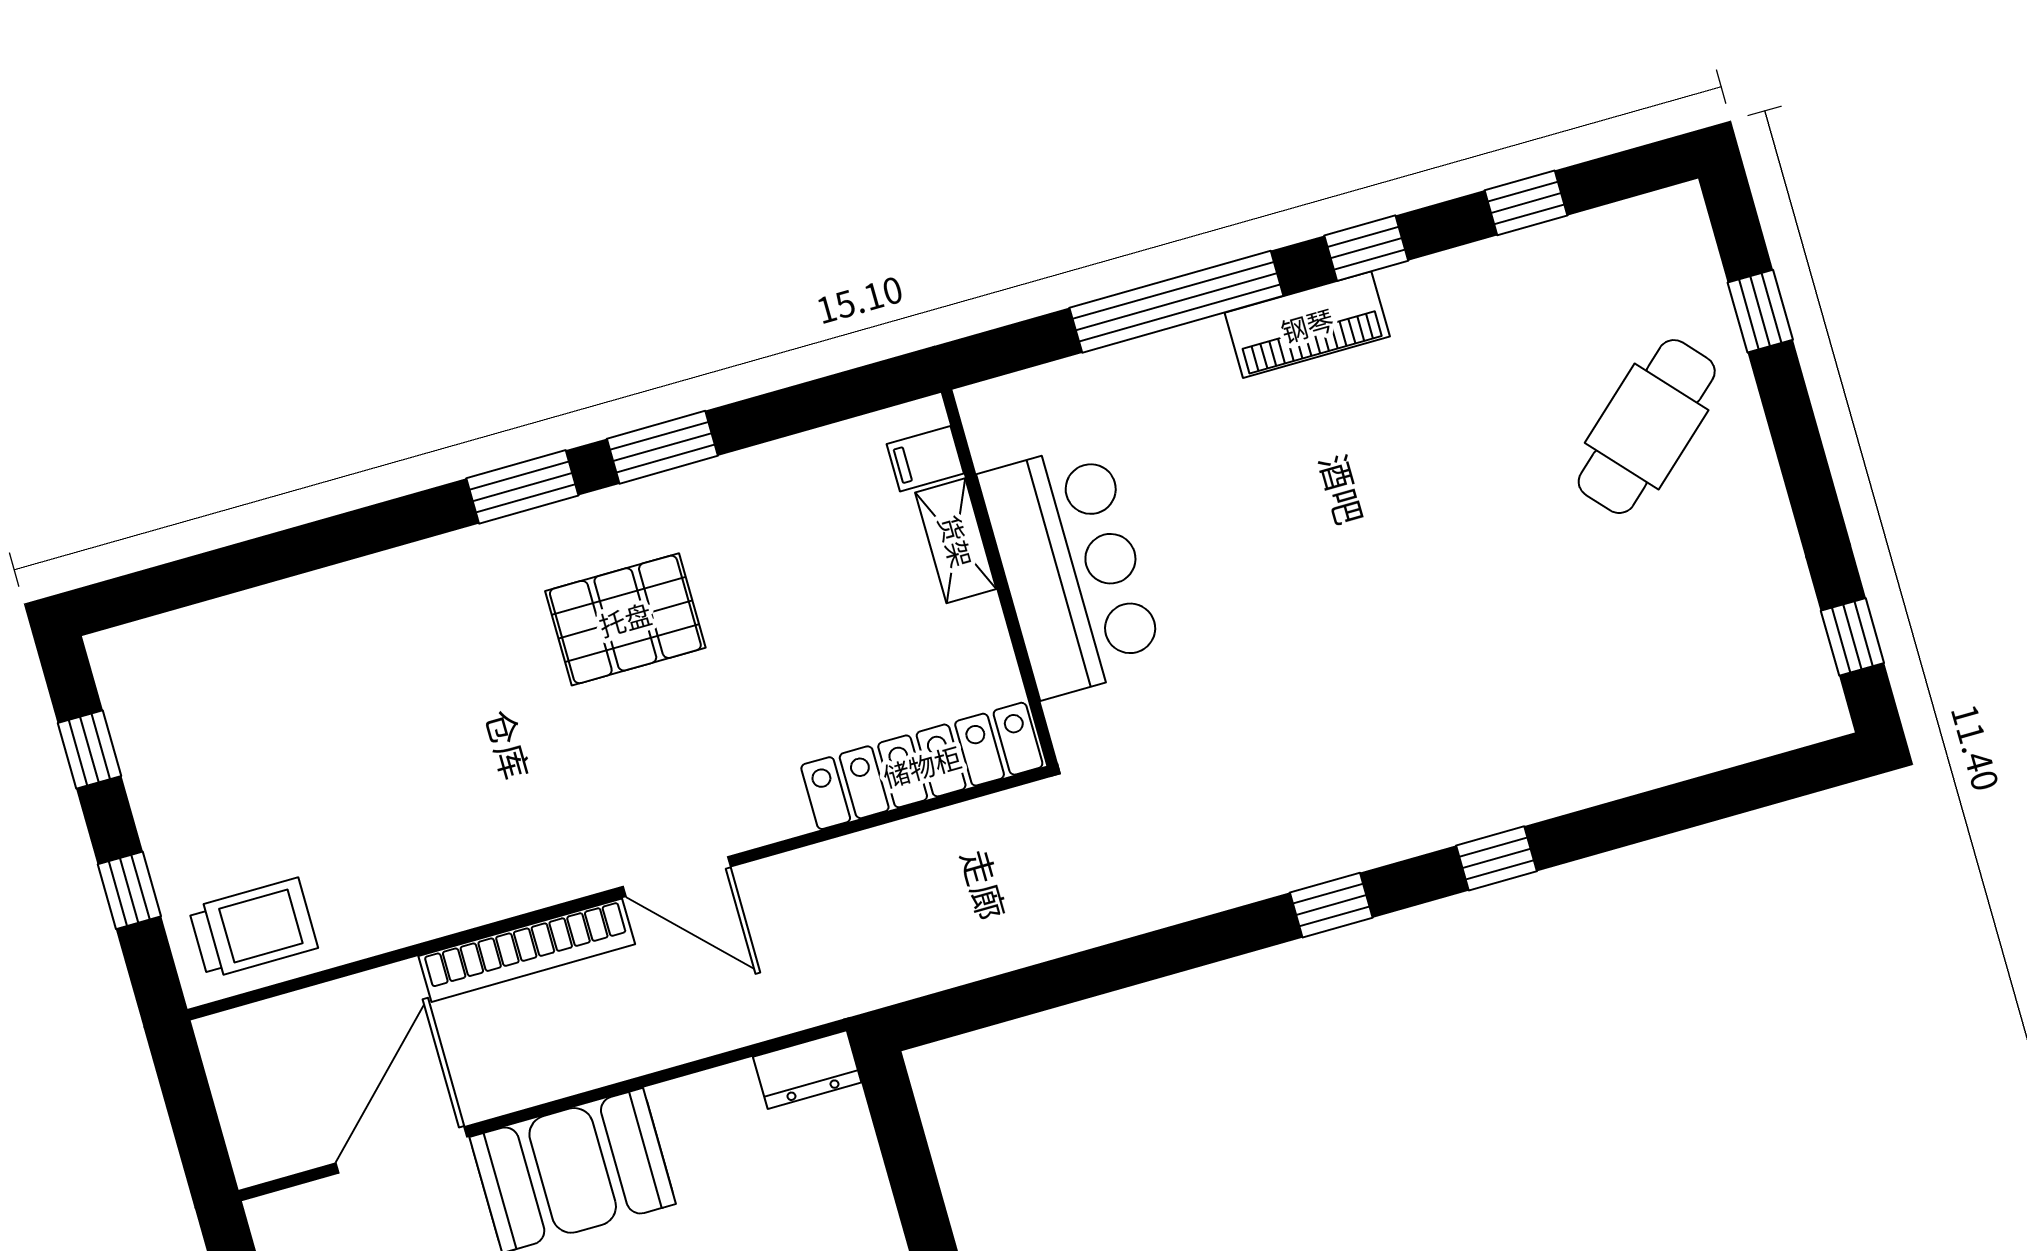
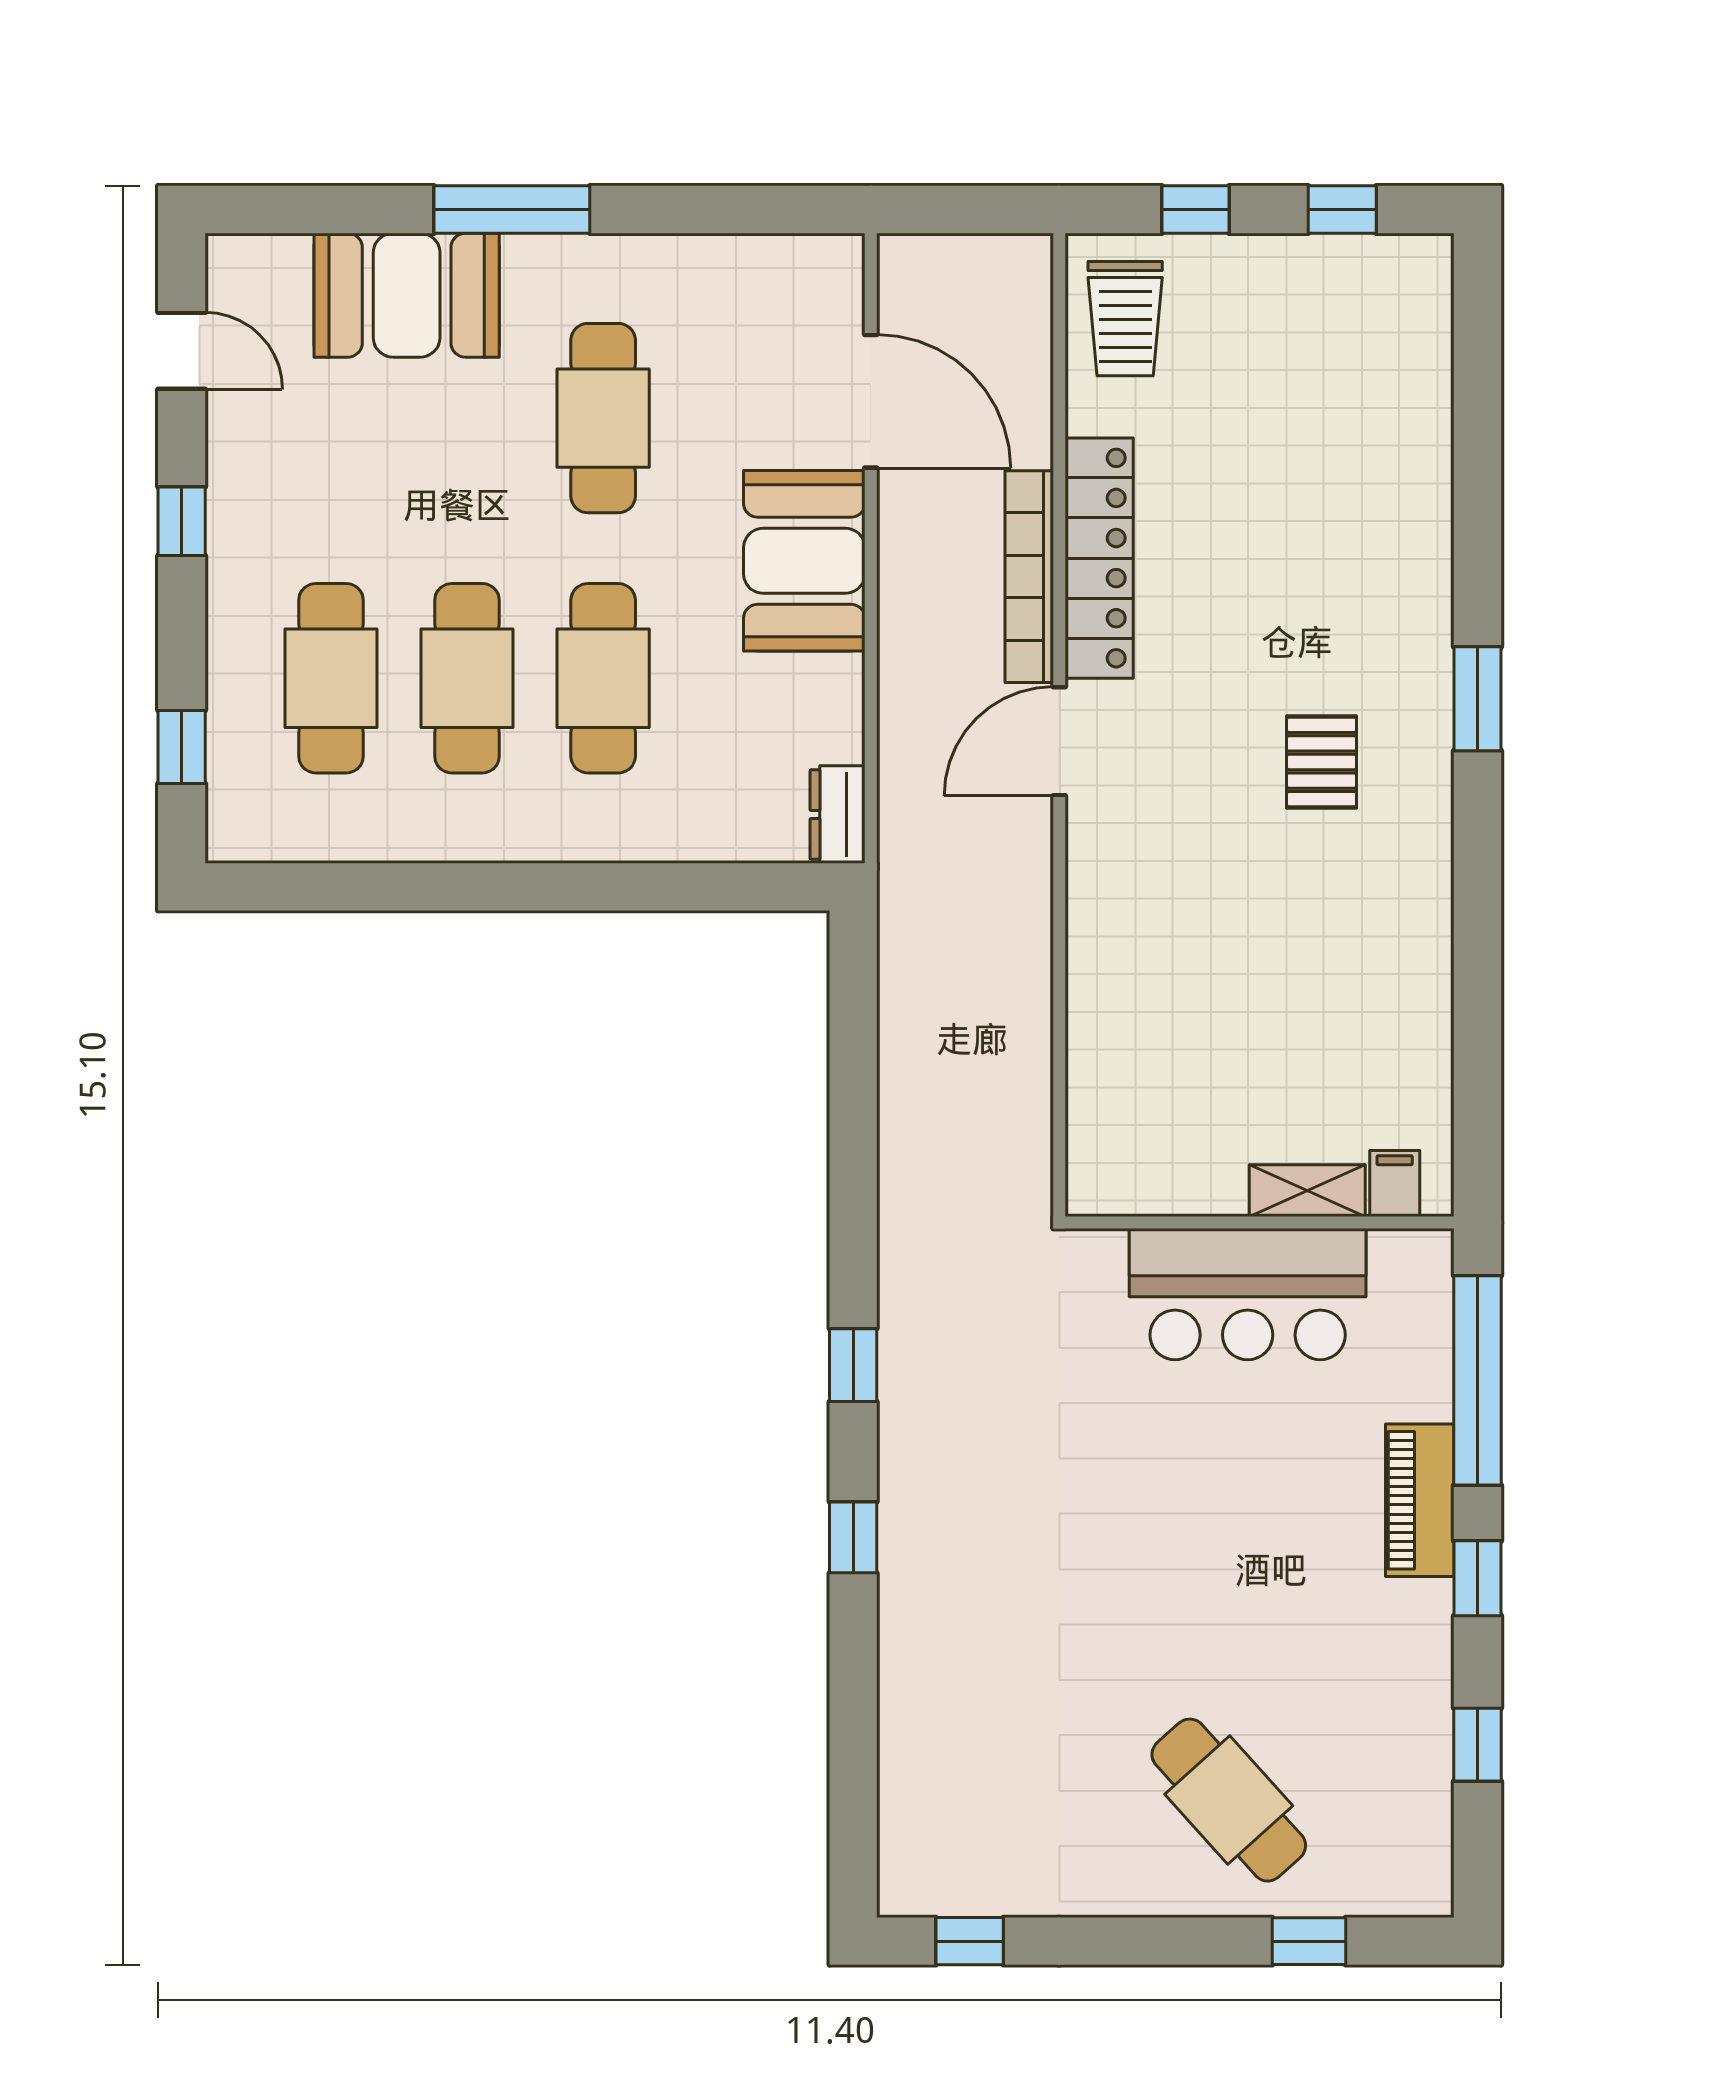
window: (662, 447) -> (1477, 845), removed
filing cabinet: (925, 459) -> (1395, 1183), moved
shelving: (956, 541) -> (1307, 1191), moved
bar counter: (1071, 570) -> (1248, 1294), moved
wall: (999, 578) -> (1260, 1223), moved
pallet: (625, 619) -> (1322, 762), width x0.67, depth x0.71
locker: (922, 766) -> (1099, 558), moved

